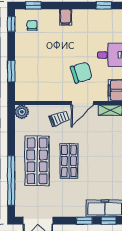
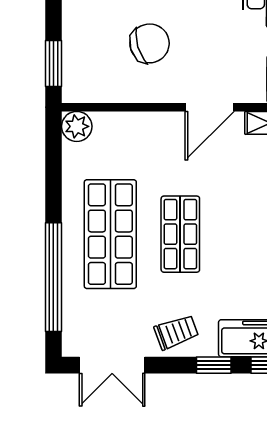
window: (11, 71) -> (53, 64), moved
chair: (81, 73) -> (150, 43), moved
trolley: (59, 119) -> (176, 332), moved

